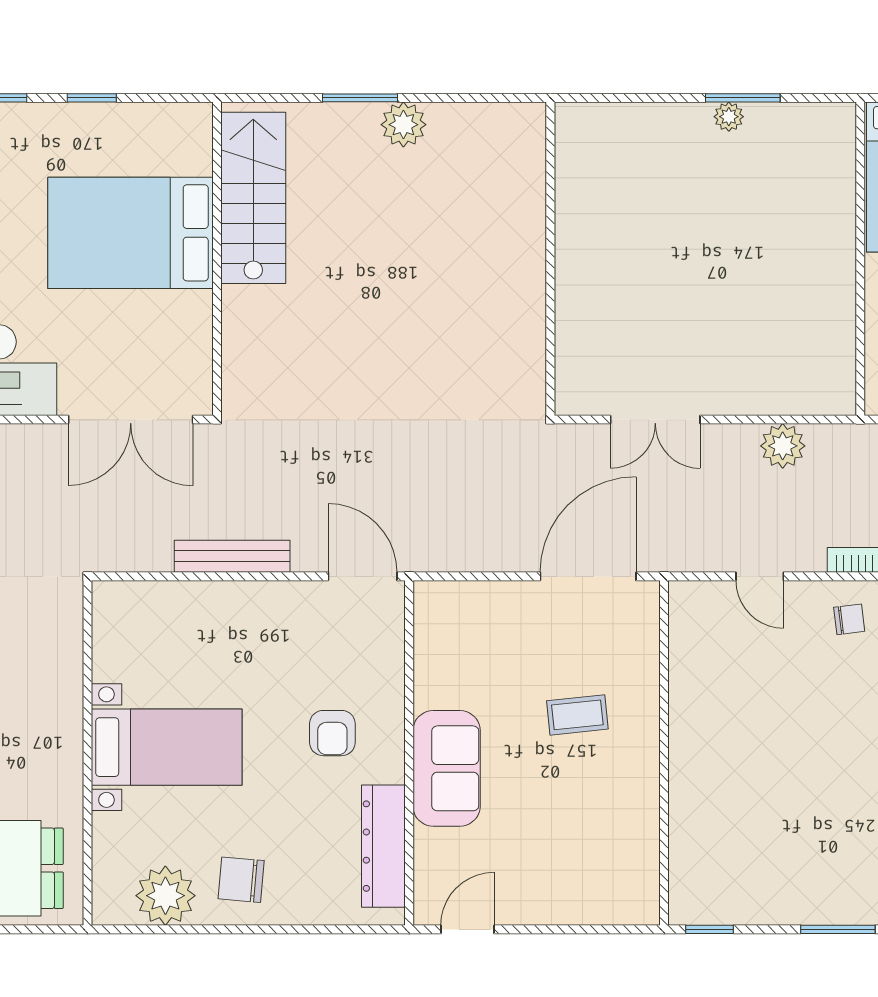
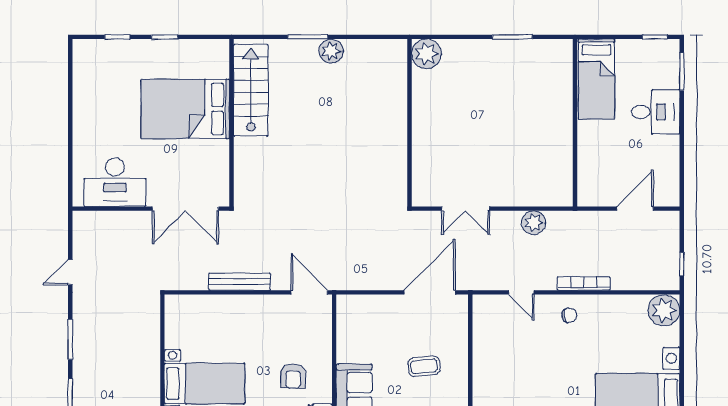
plant: (729, 117) -> (426, 54), moved, width x1.88, depth x1.88

